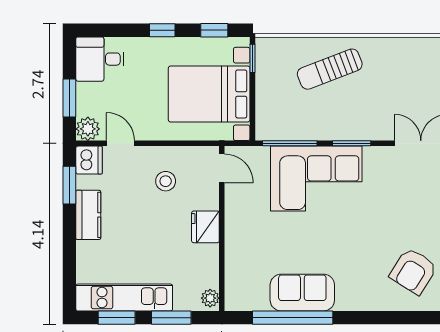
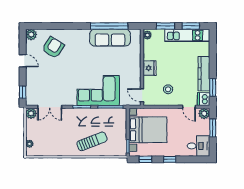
kitchen counter: (88, 215) -> (204, 74), width x1.50
sofa: (302, 293) -> (110, 38), width x1.36

